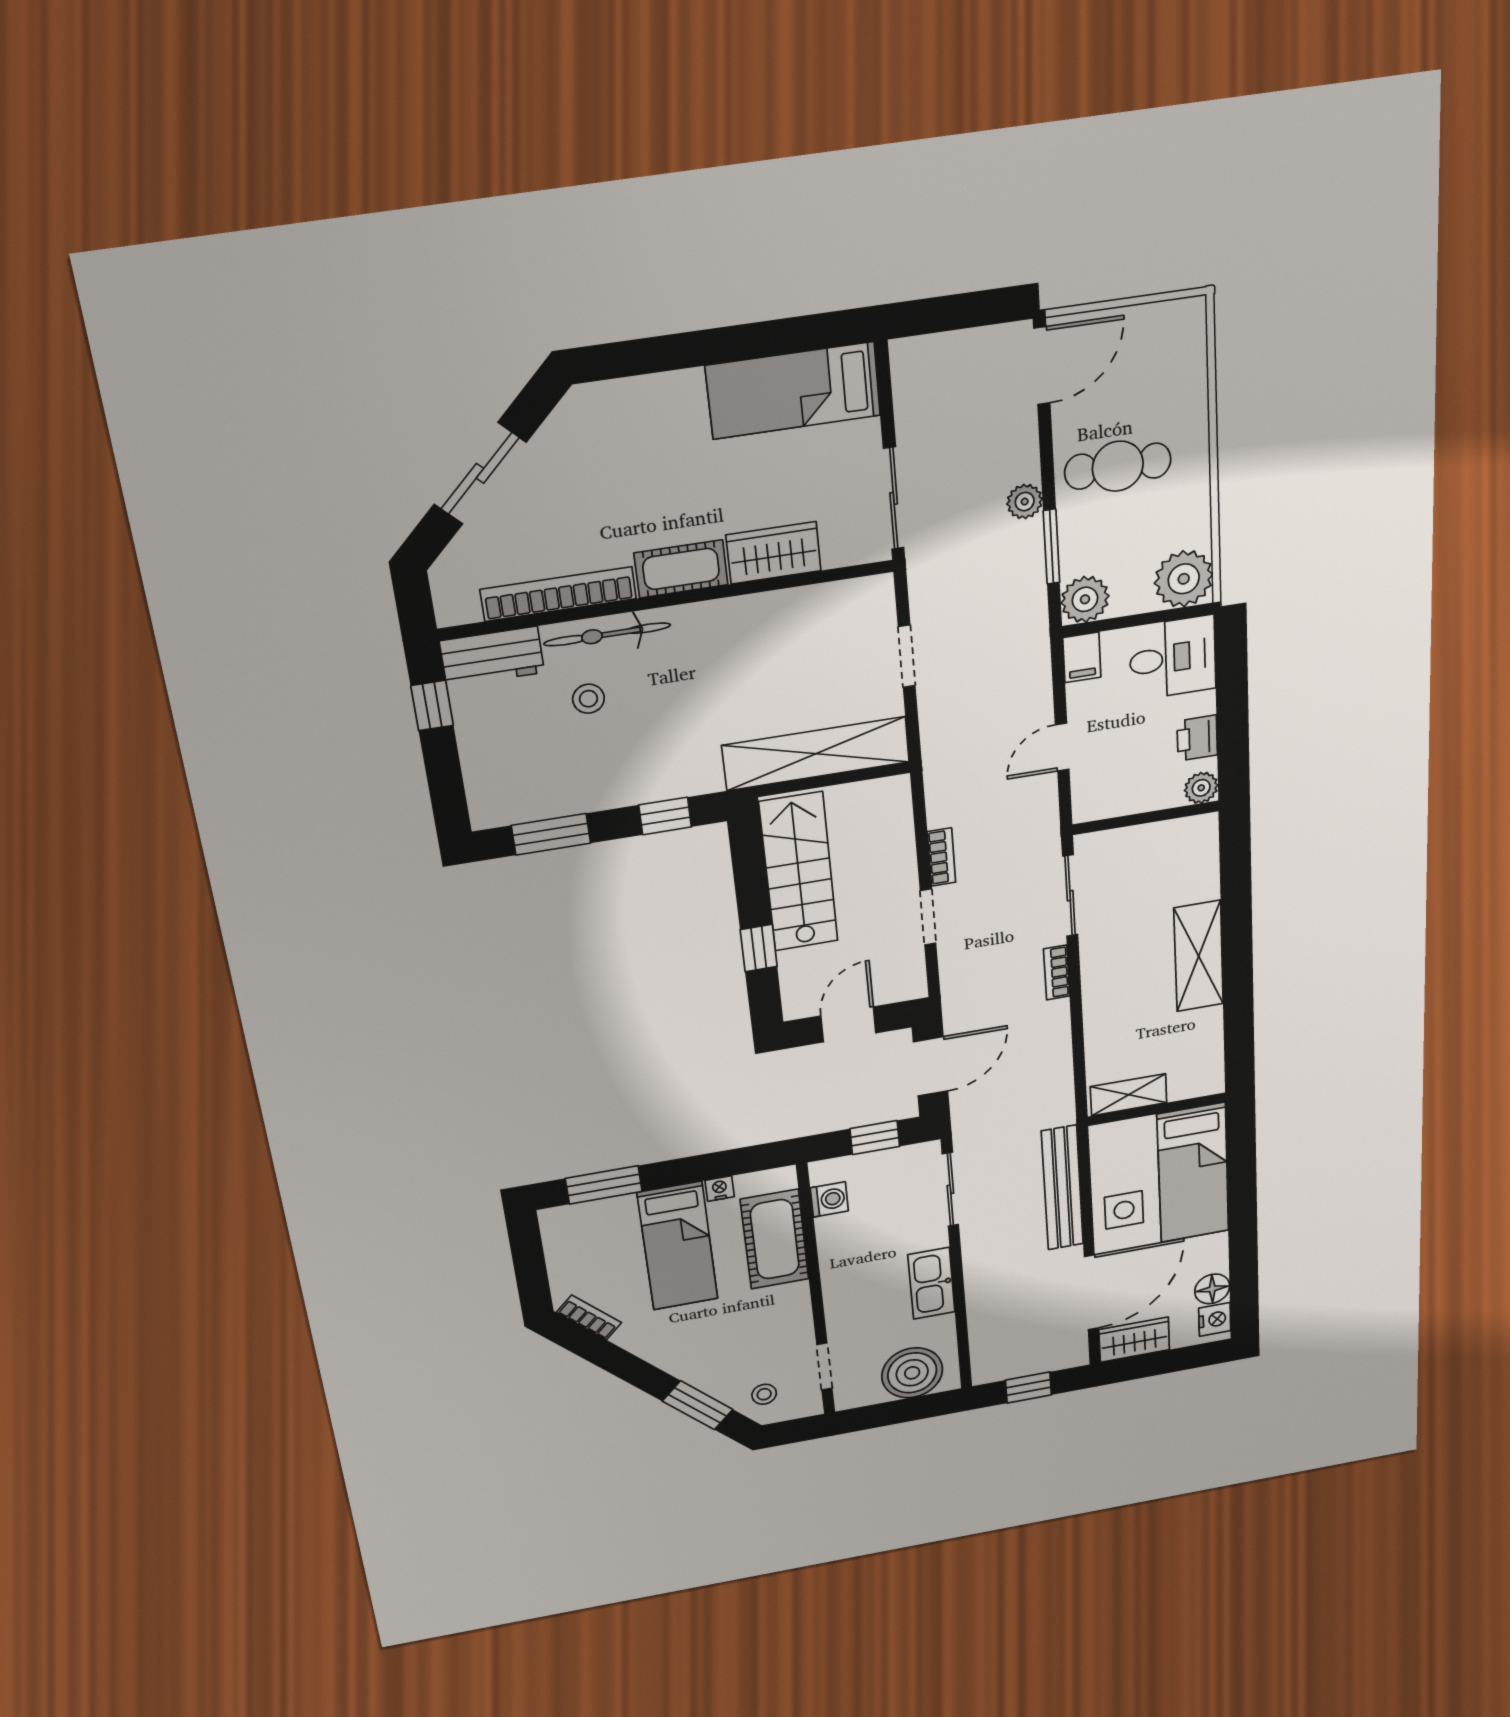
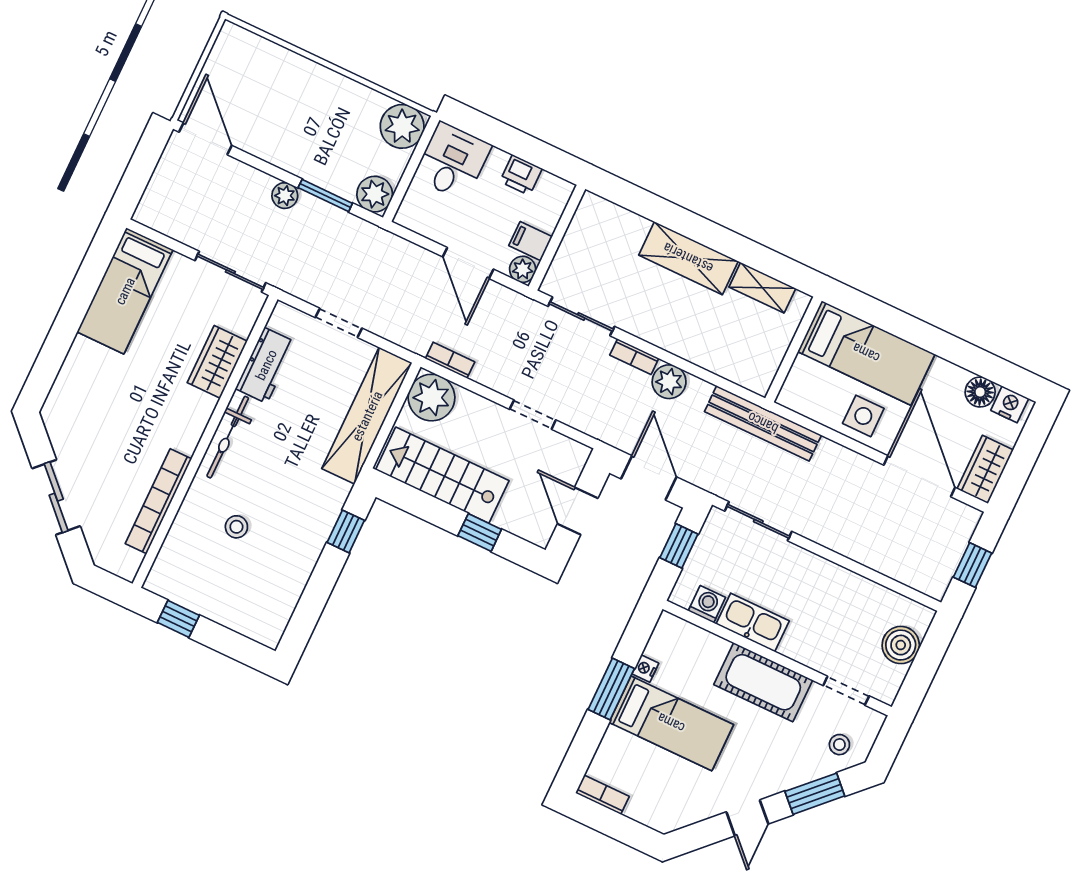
cafe table: (1118, 466) -> (299, 128), removed
cot: (681, 569) -> (191, 421), removed
bicycle: (607, 634) -> (228, 437), moved
workbench: (492, 657) -> (266, 365), moved
filing cabinet: (1082, 657) -> (531, 241), moved, turned 180
door: (1062, 747) -> (468, 263), width x1.38
plant: (1201, 788) -> (523, 269), moved
plant: (881, 806) -> (431, 398), added
window: (551, 834) -> (310, 606), removed
bookcase: (942, 857) -> (450, 360), moved
plant: (1050, 1021) -> (669, 382), added
shelving: (1129, 1095) -> (762, 288), moved, turned 90
window: (604, 1185) -> (611, 689), moved
bench: (1062, 1188) -> (763, 423), moved
cot: (775, 1239) -> (763, 682), moved
kitchen sink: (931, 1283) -> (753, 622), moved, turned 180
bookcase: (589, 1318) -> (602, 795), moved, turned 45
door: (628, 1367) -> (747, 818), added
boiler: (912, 1373) -> (901, 645), width x0.73, depth x0.73

